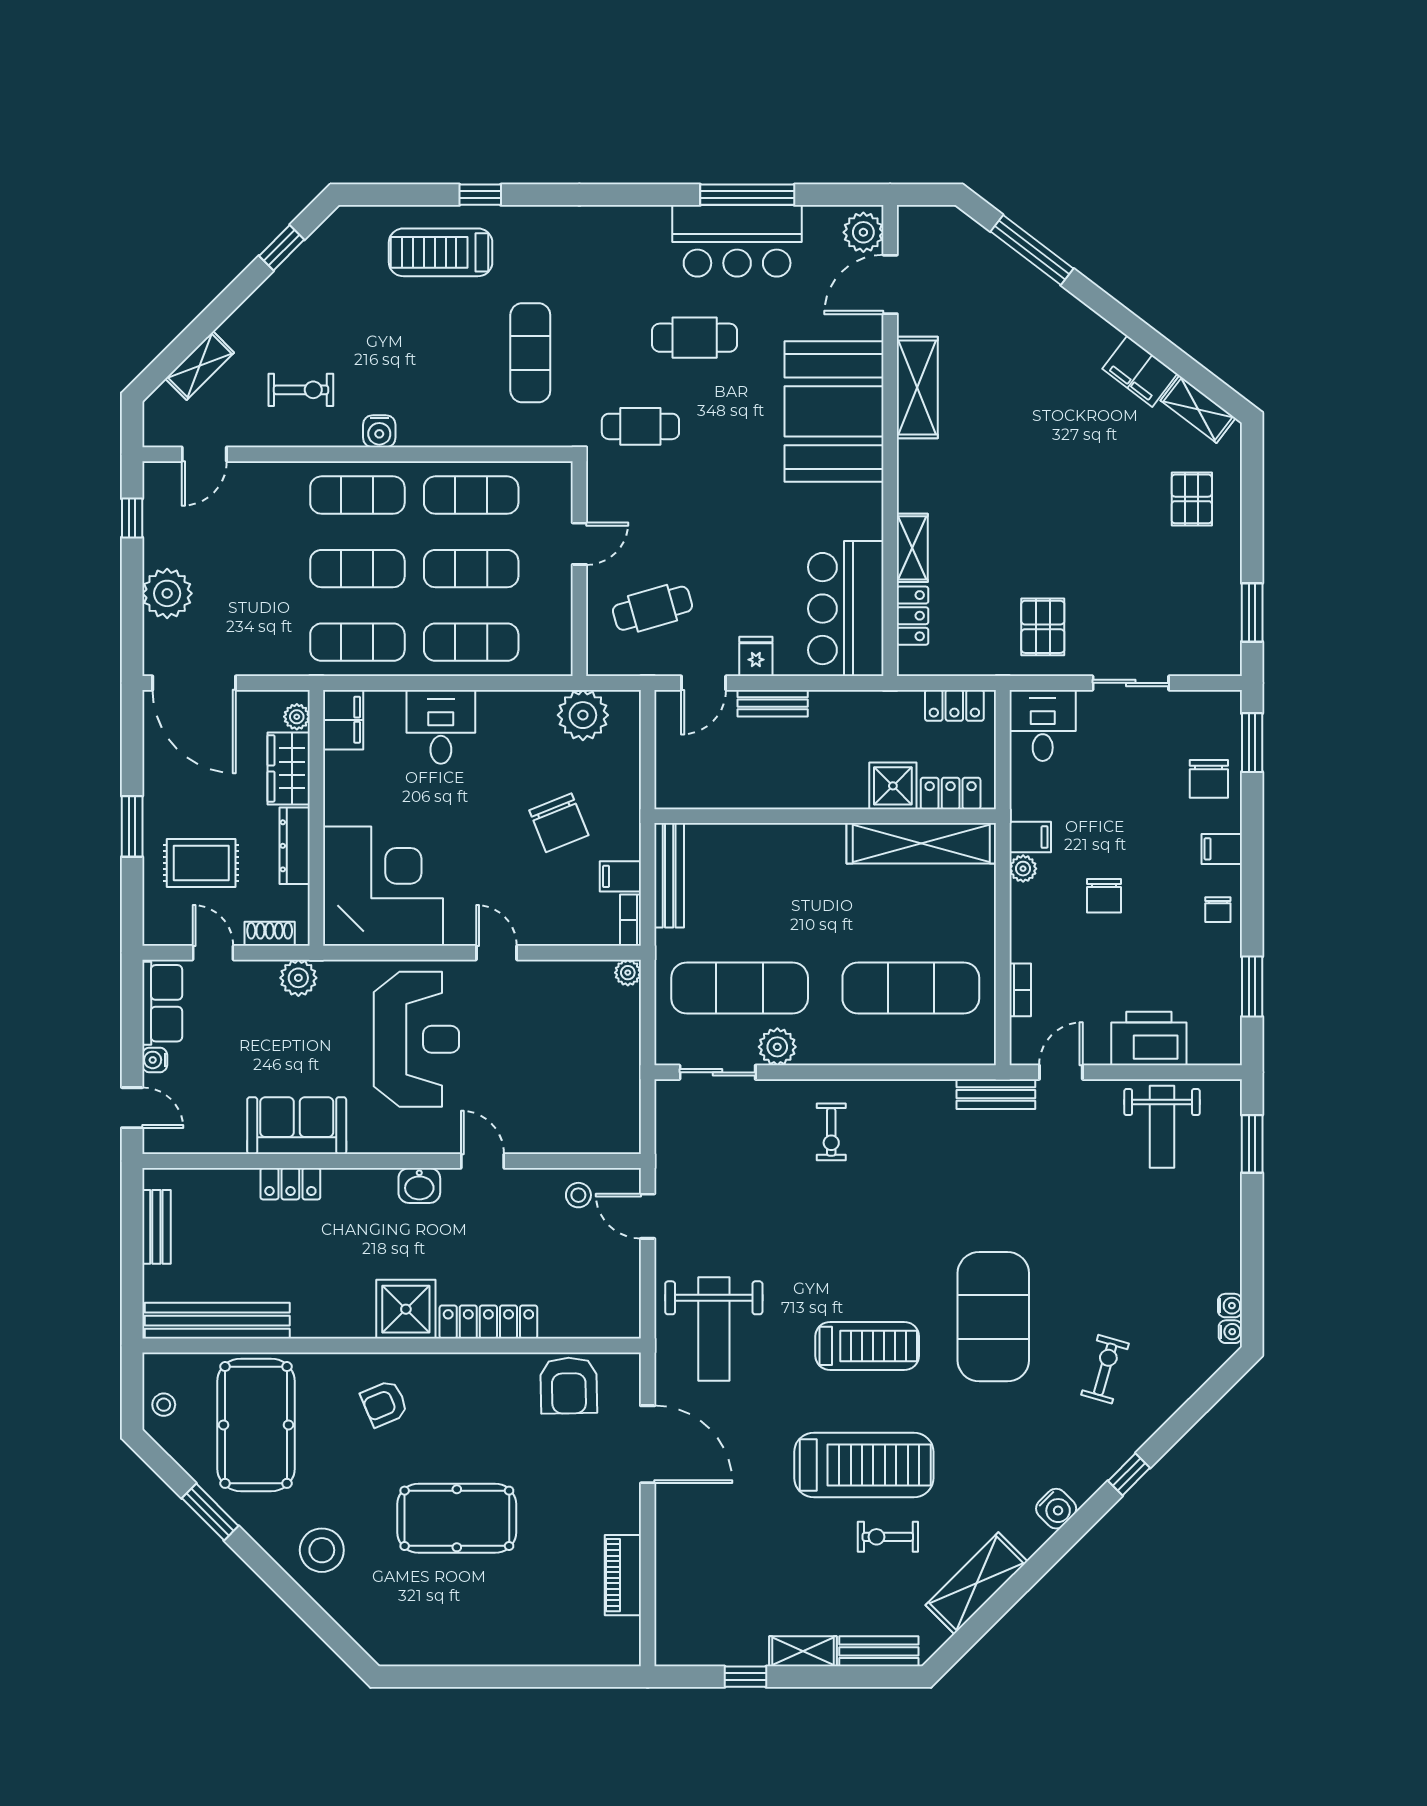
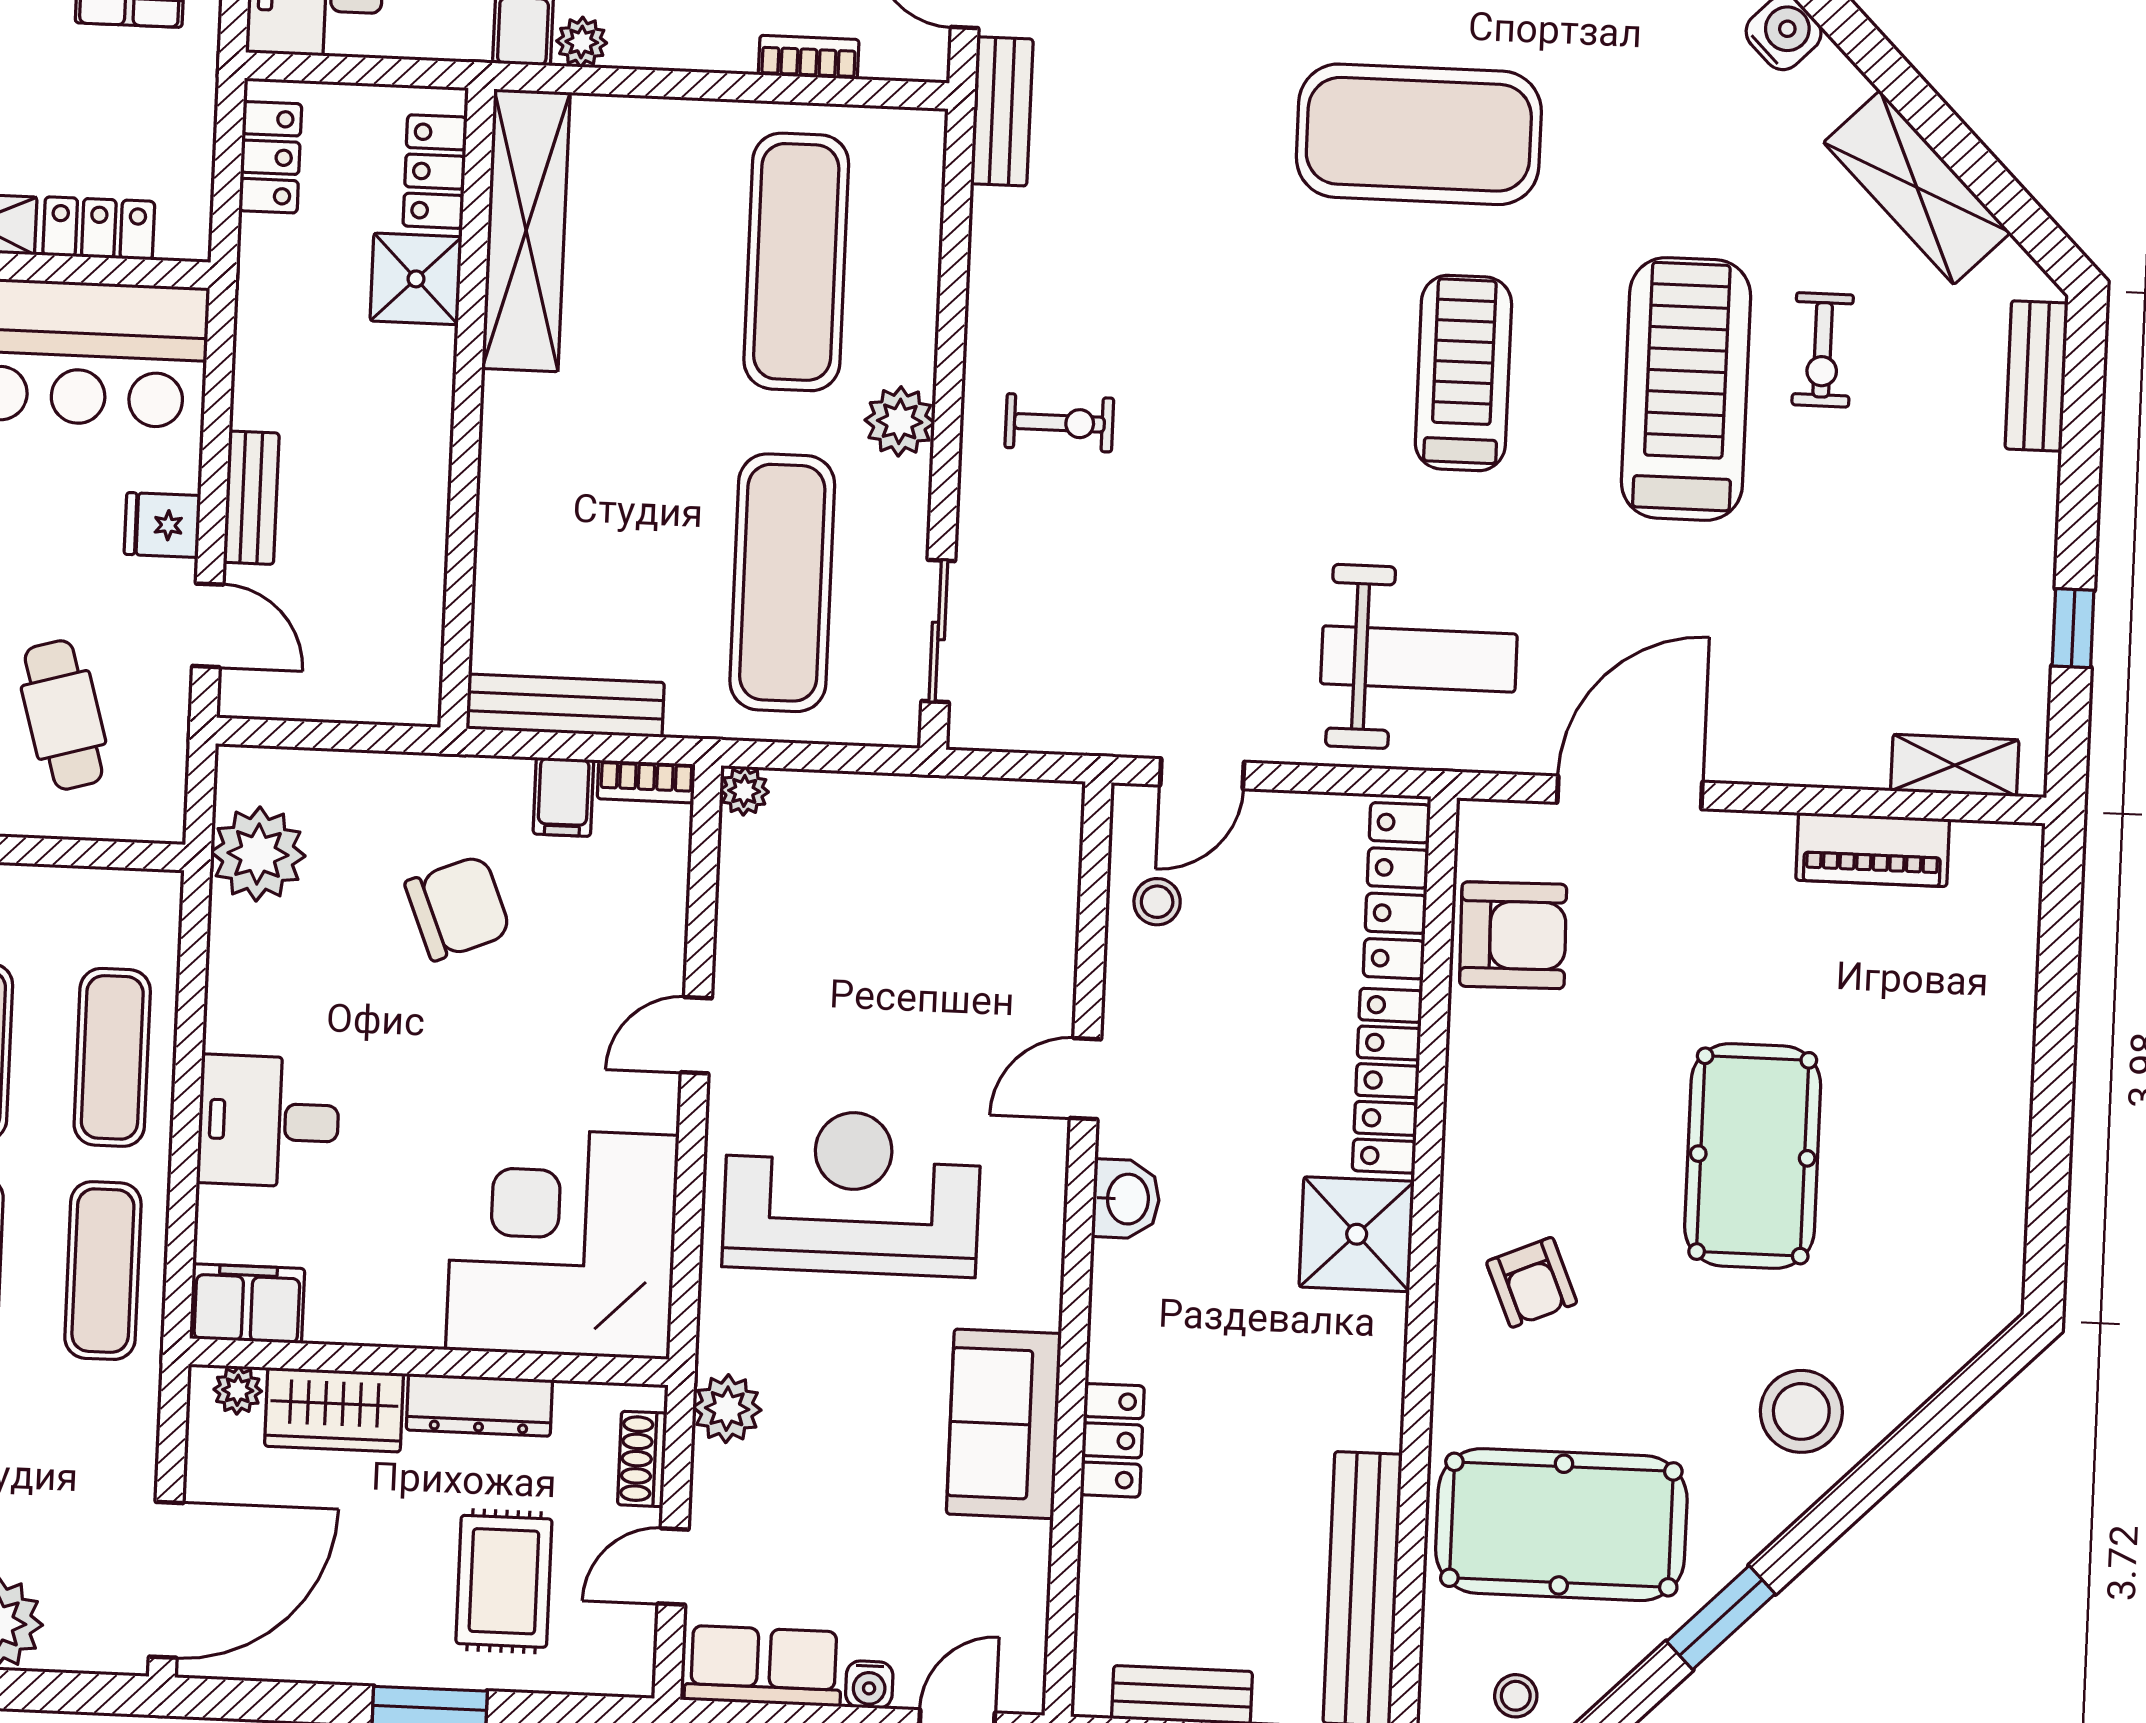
plant: (777, 1047) -> (900, 421), moved
locker: (590, 1323) -> (1397, 891), added
shelving: (803, 1651) -> (1955, 765), moved, turned 90

